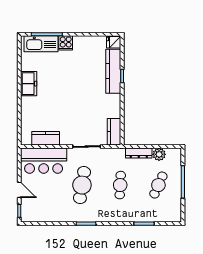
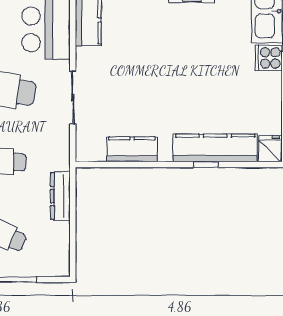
kitchen counter: (114, 132) -> (132, 149), moved
plant: (159, 154) -> (58, 235), removed

